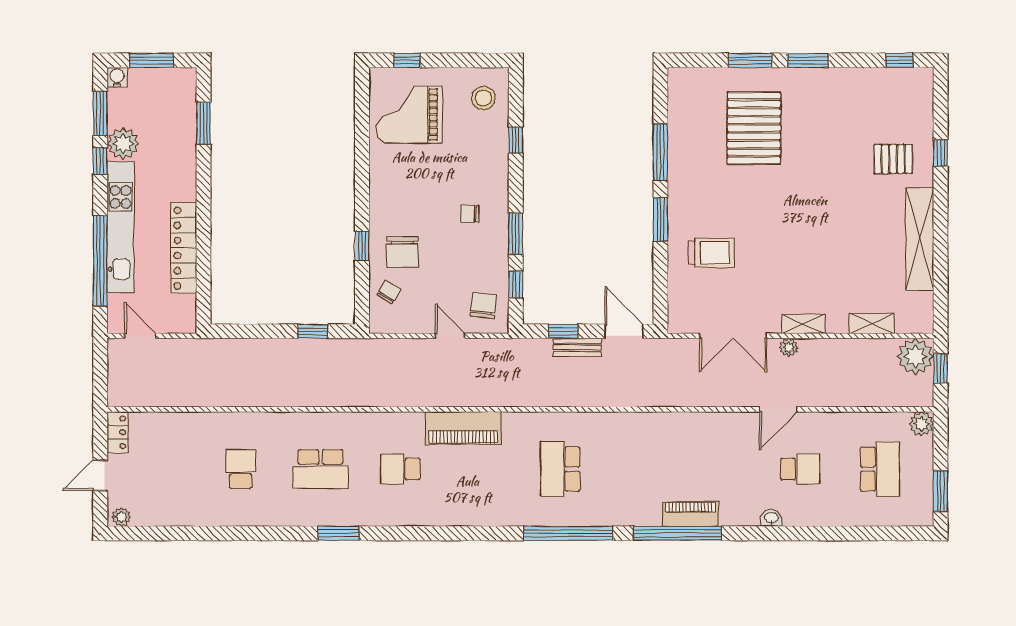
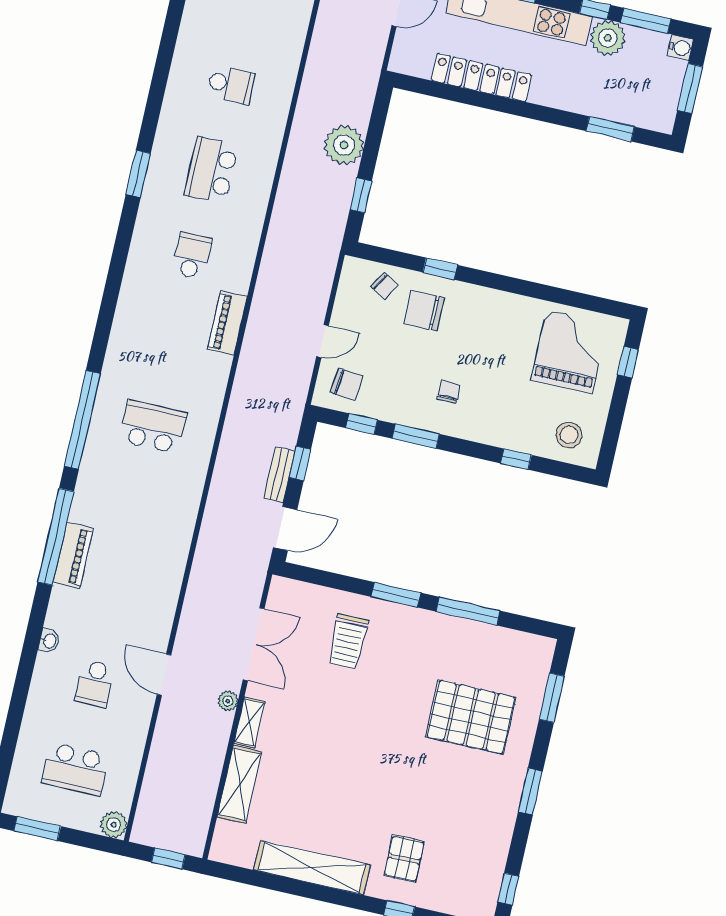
window: (750, 60) -> (552, 698), moved
shelving: (872, 324) -> (239, 784), width x1.50, depth x1.33
double door: (733, 336) -> (254, 644), swing flipped
plant: (915, 356) -> (344, 145), moved
piano: (463, 428) -> (227, 323), width x0.73, depth x0.75

